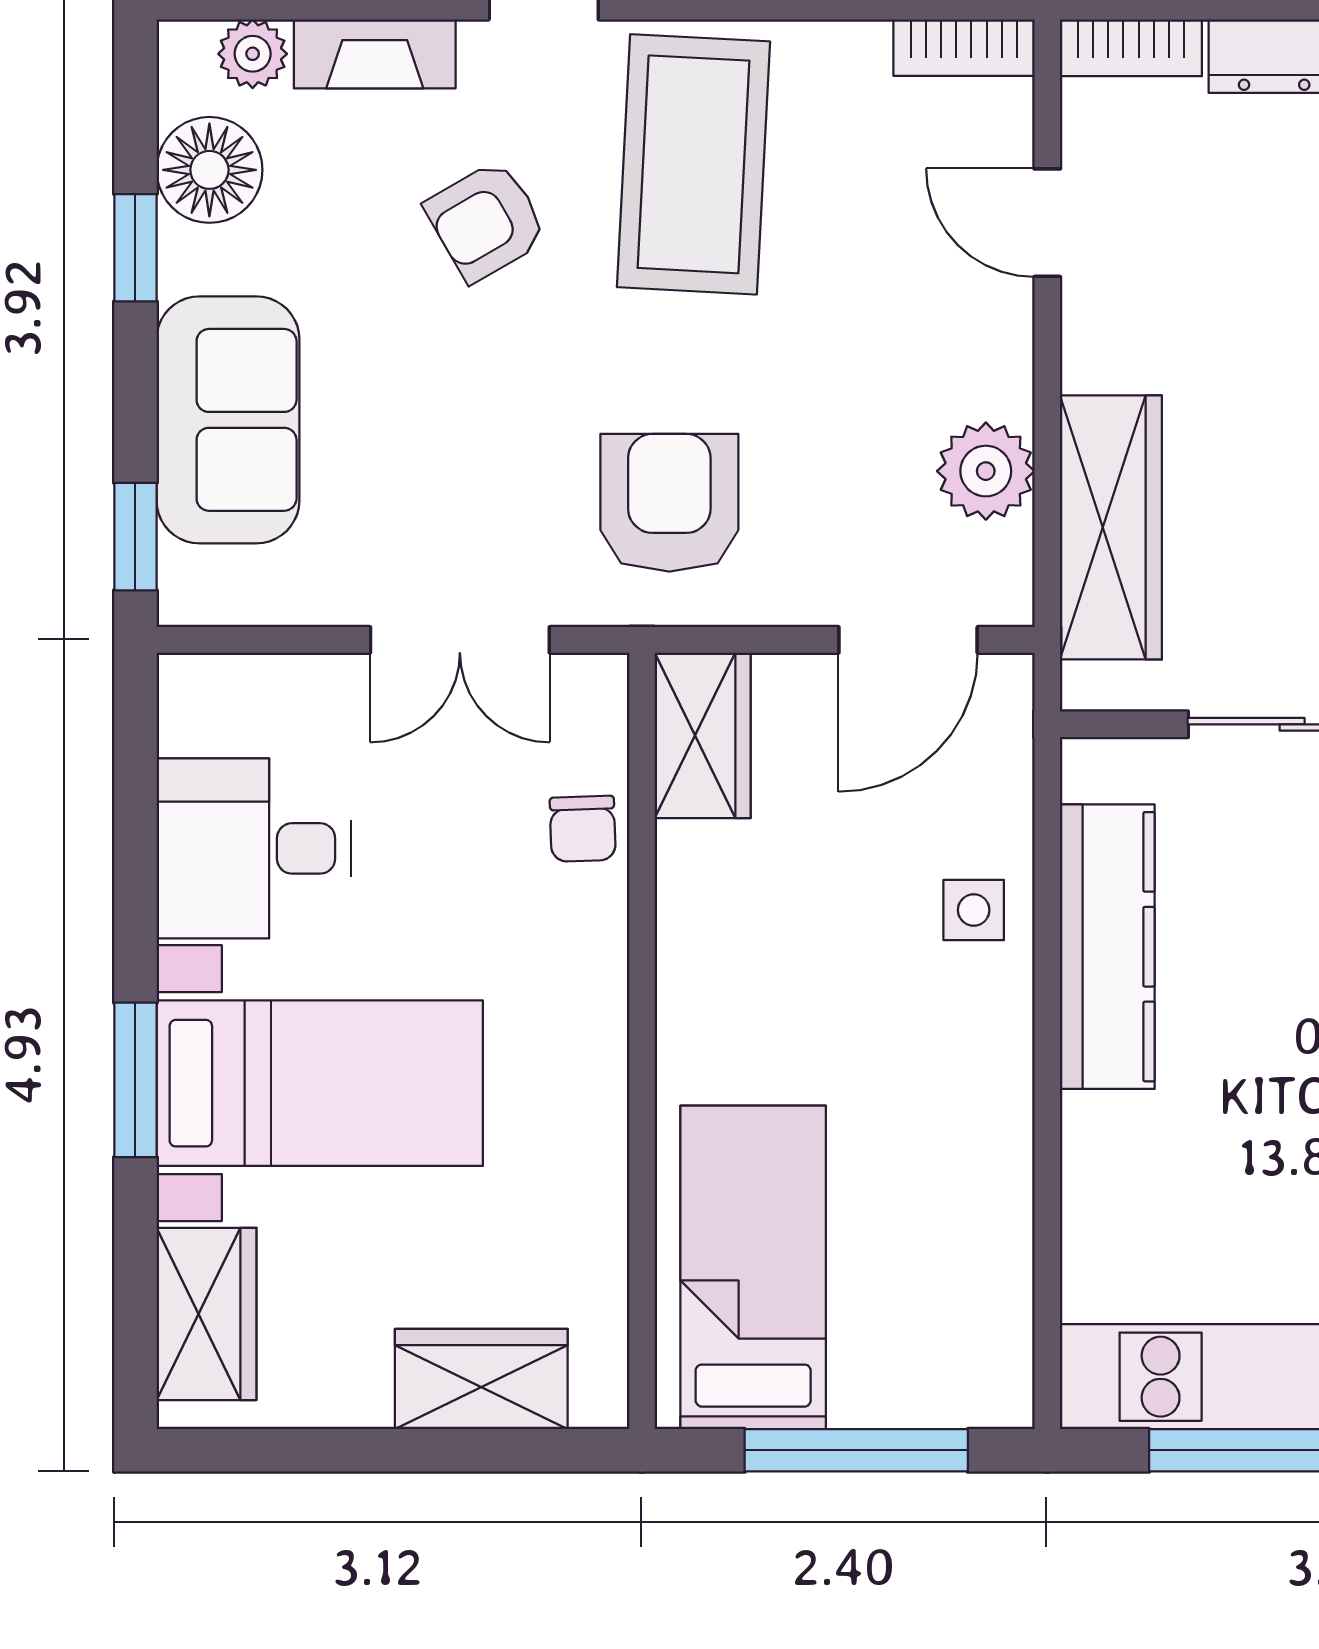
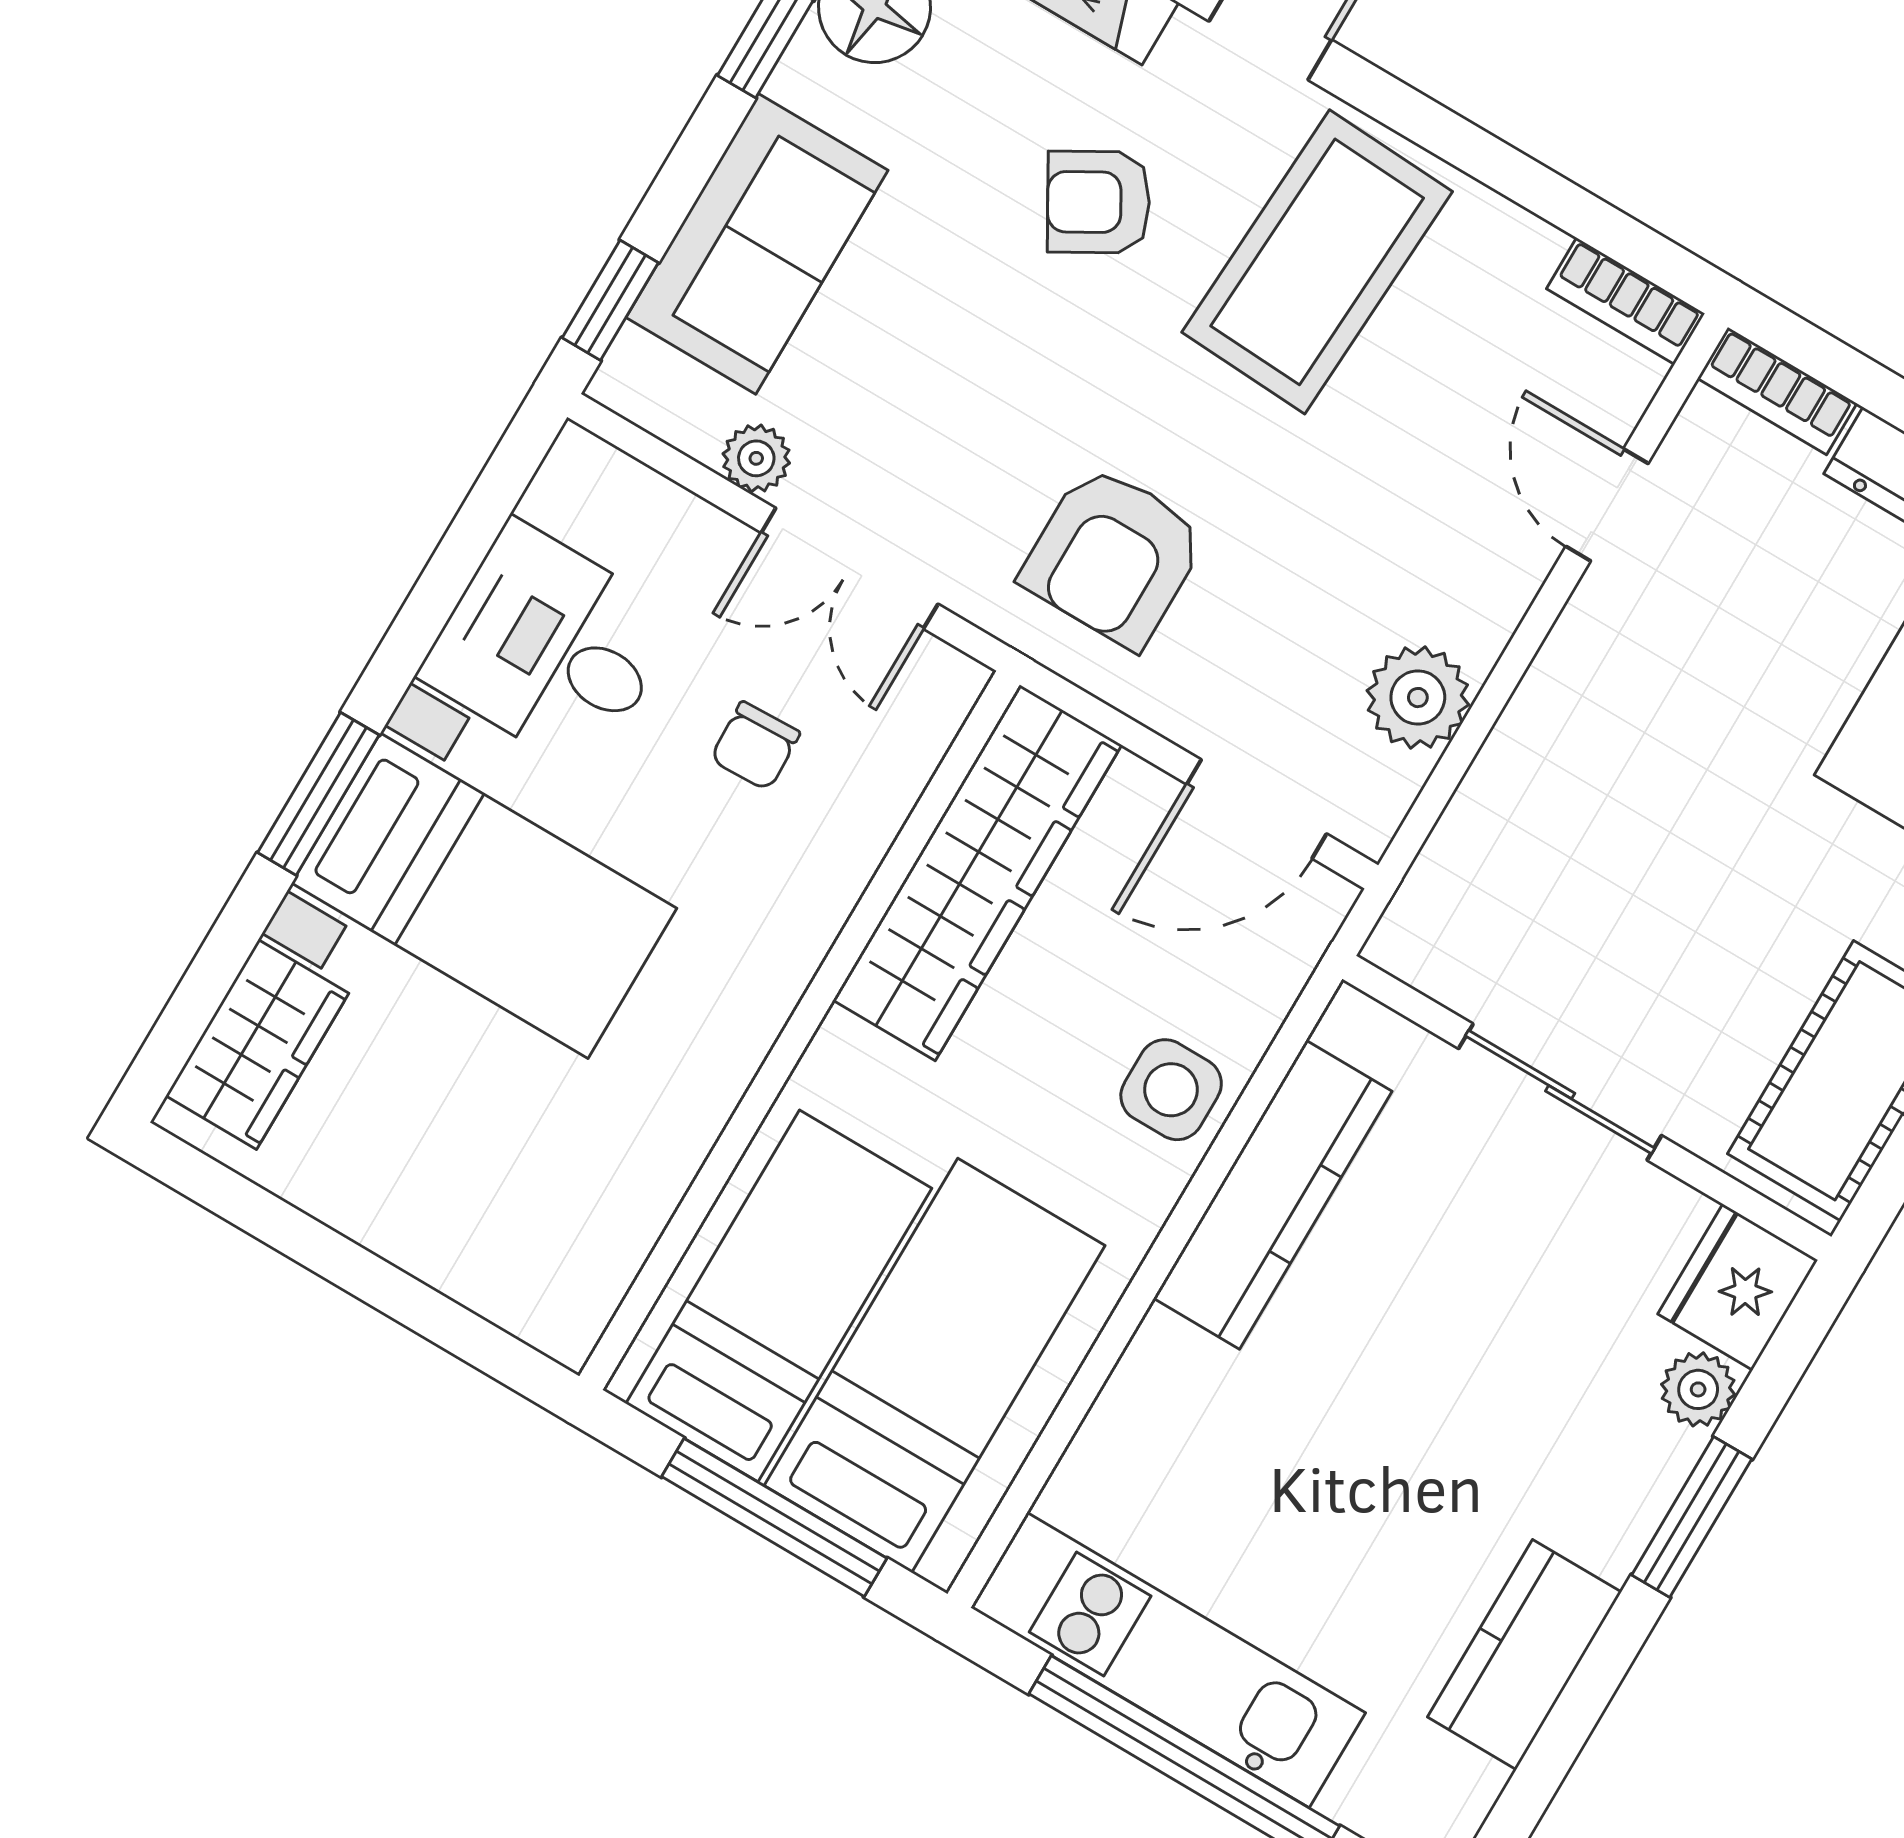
armchair: (669, 503) -> (1113, 556), turned 180
wardrobe: (1111, 527) -> (1501, 816), removed
plant: (331, 595) -> (756, 458), added
wardrobe: (703, 735) -> (977, 873), width x2.10, depth x1.17
chair: (583, 829) -> (755, 746), moved
side table: (974, 910) -> (1171, 1090), width x1.37, depth x1.37
bed: (914, 1249) -> (935, 1365), added
wardrobe: (481, 1379) -> (472, 1251), removed

